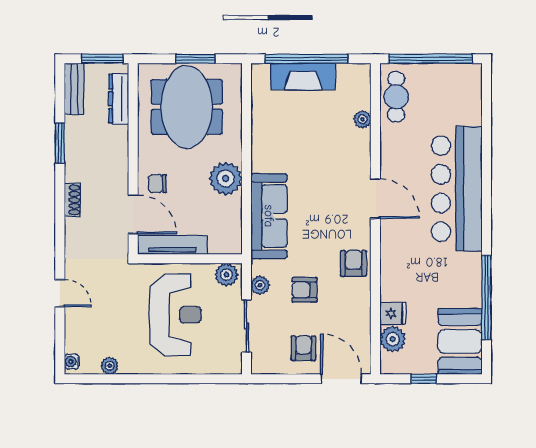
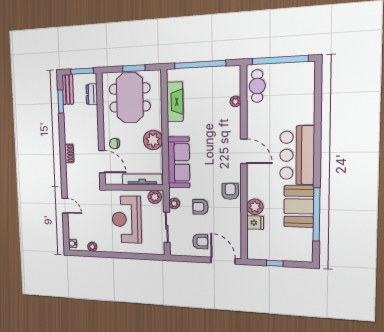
fireplace: (303, 76) -> (175, 102), moved, turned -90
dresser: (119, 99) -> (92, 94), width x0.70
window: (60, 143) -> (61, 102), moved
bar counter: (457, 189) -> (297, 155), width x0.73
tv unit: (173, 245) -> (142, 179), moved
reception desk: (175, 315) -> (127, 220), turned 180
plant: (393, 339) -> (255, 207), moved
booth: (460, 341) -> (299, 206), moved
armchair: (303, 348) -> (200, 242), turned 90

